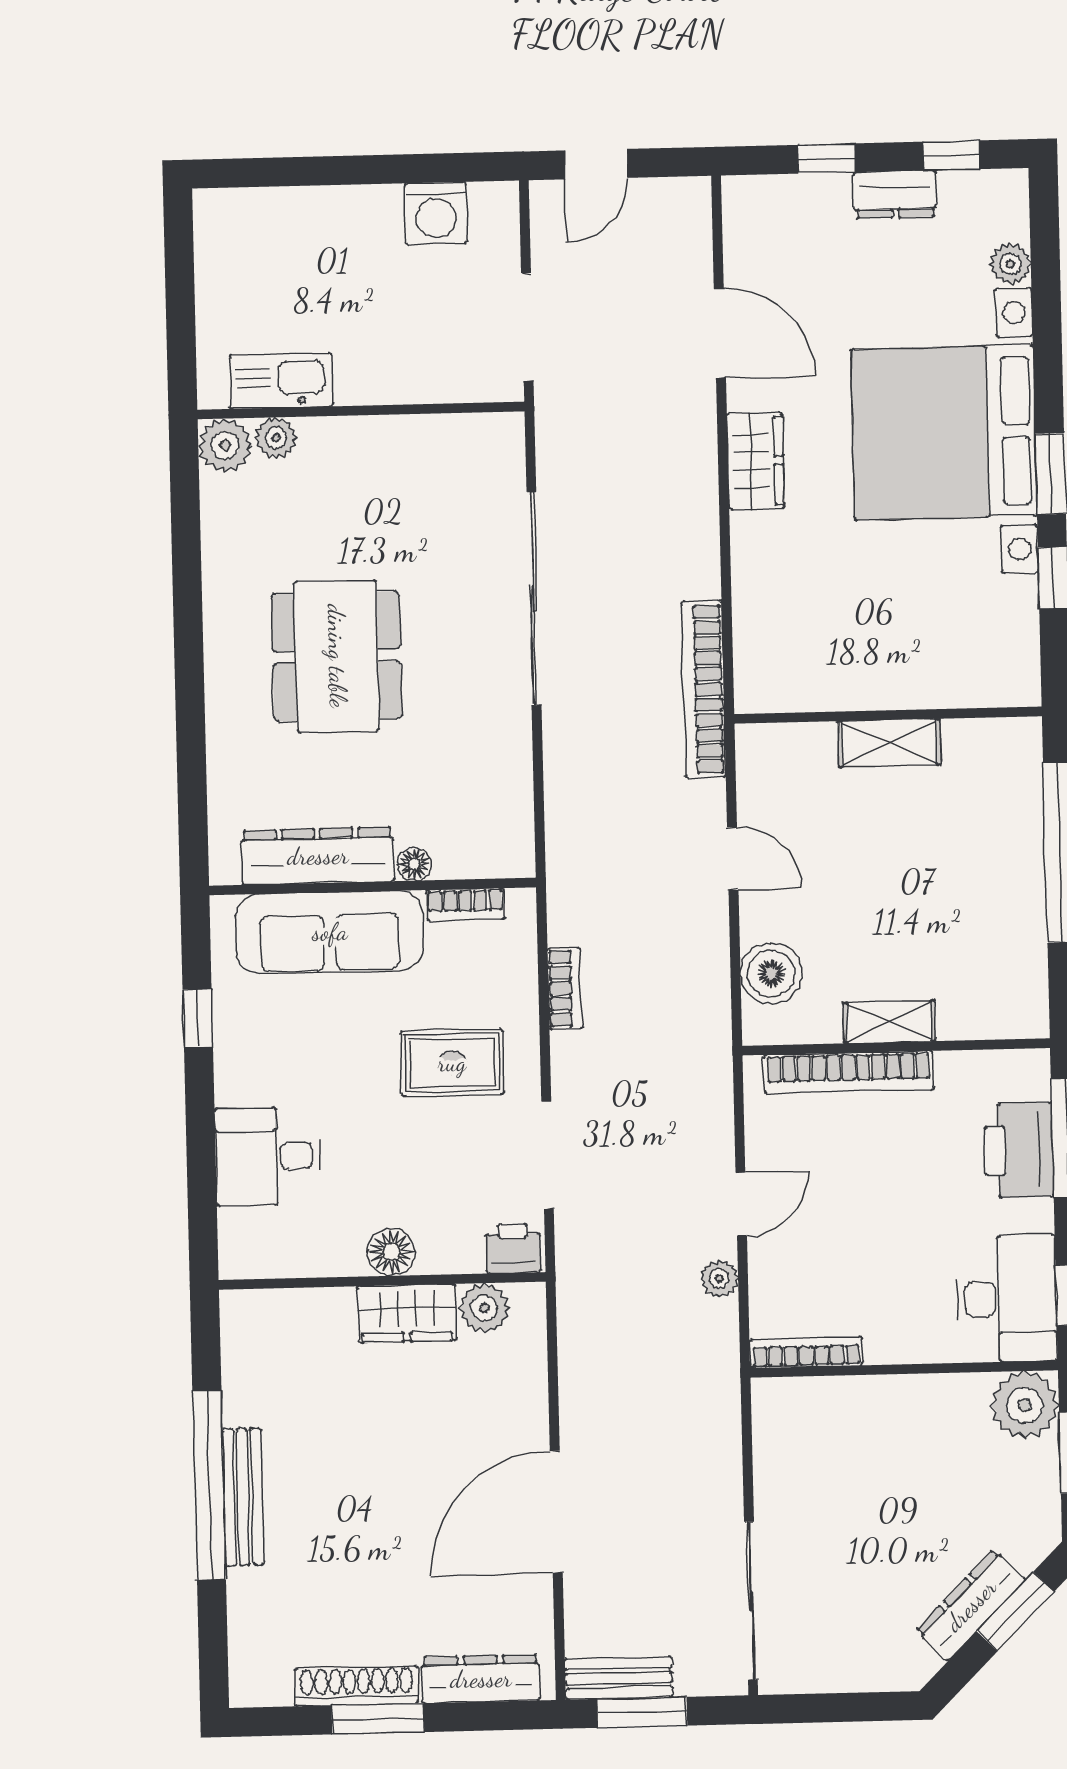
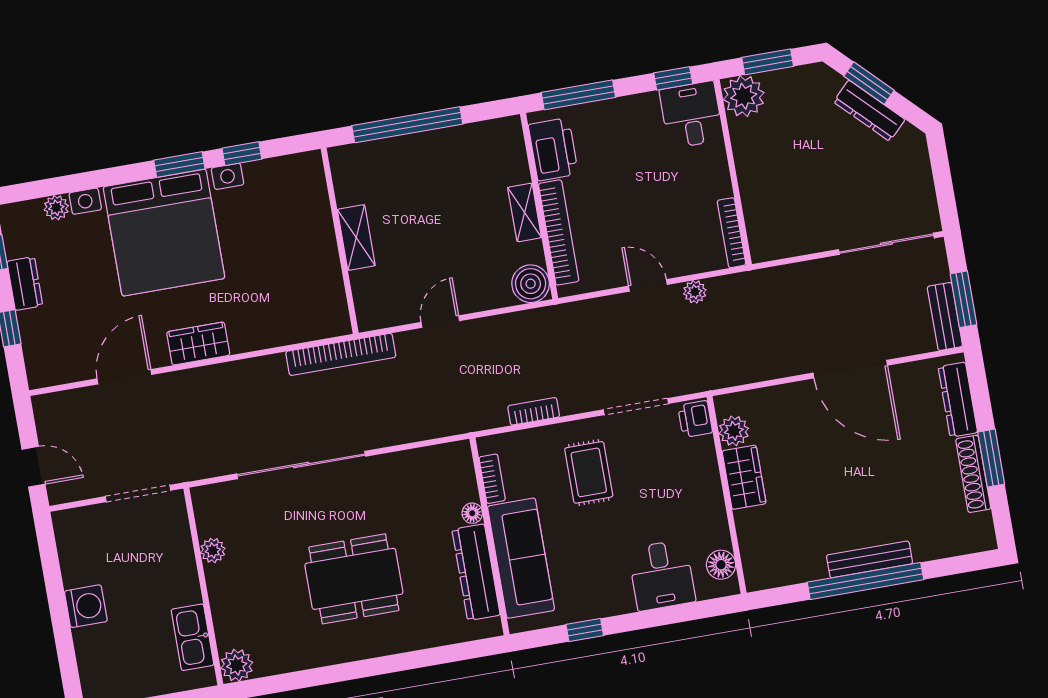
washing machine: (436, 213) -> (86, 606), moved
plant: (276, 438) -> (213, 550), moved
boiler: (771, 973) -> (531, 284), moved
printer: (1019, 1150) -> (553, 149), moved, turned -90
floor lamp: (391, 1252) -> (721, 565), moved
desk: (1007, 1299) -> (691, 115), width x0.73

